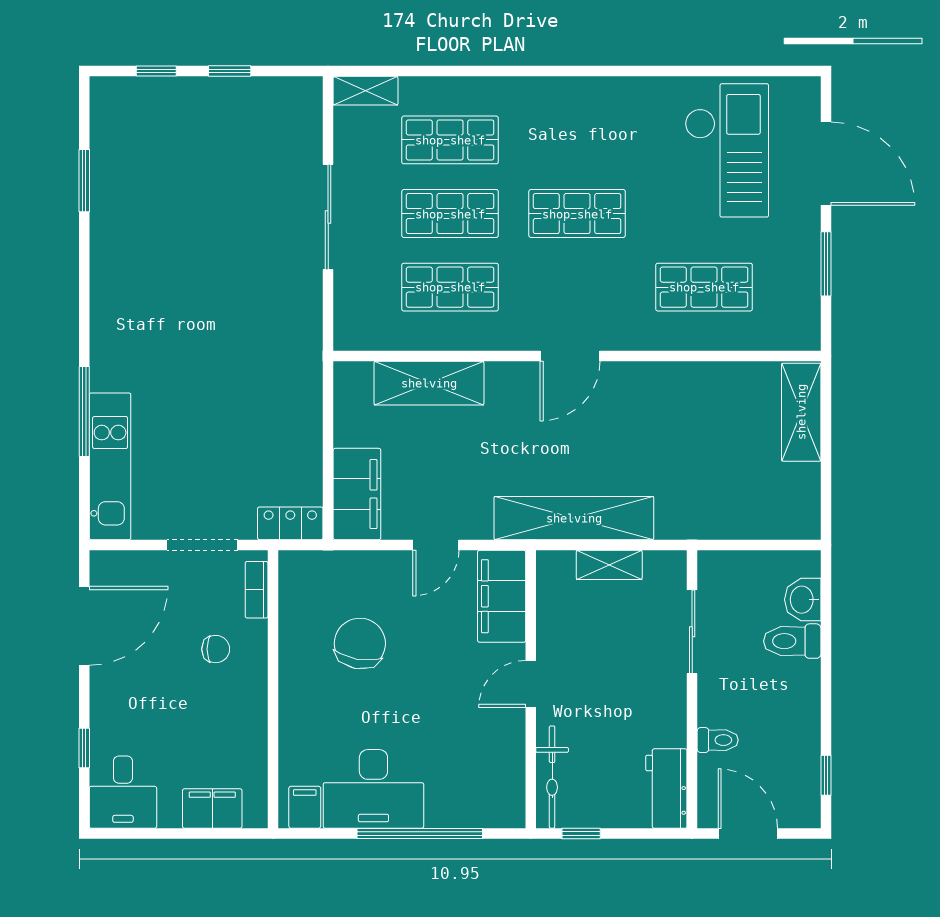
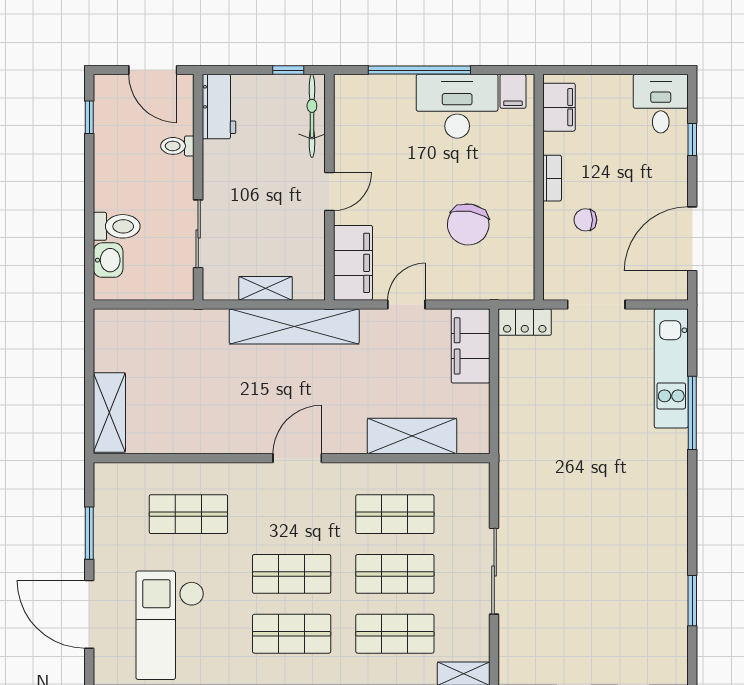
shop shelf: (577, 140) -> (292, 634), added
bookcase: (257, 590) -> (552, 178), moved
filing cabinet: (212, 808) -> (559, 107), moved, turned -90

